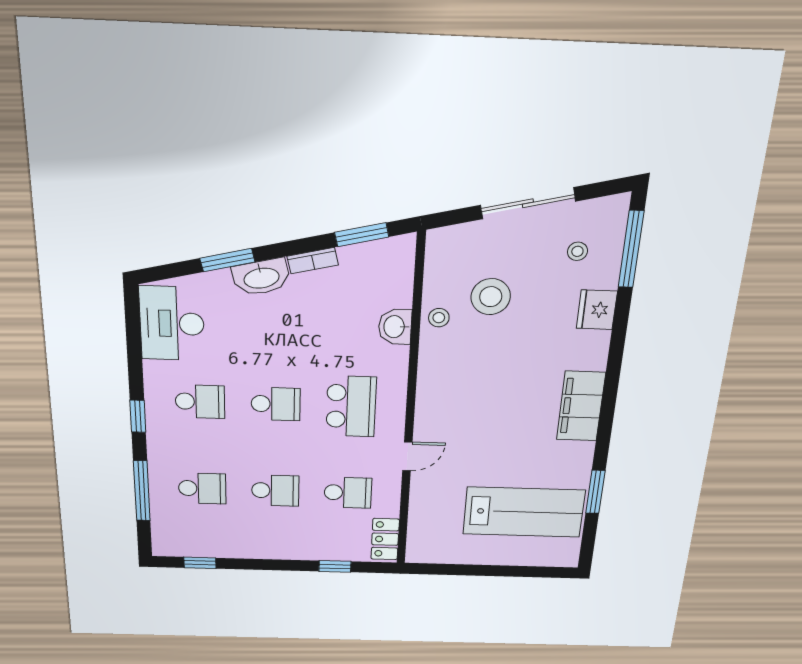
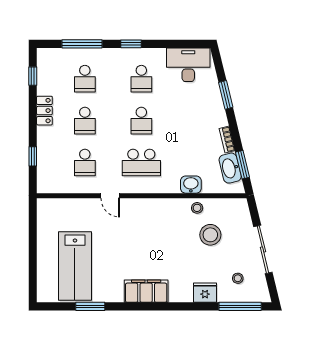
washbasin: (261, 277) -> (230, 168), moved
locker: (385, 539) -> (44, 111), moved, turned 90

